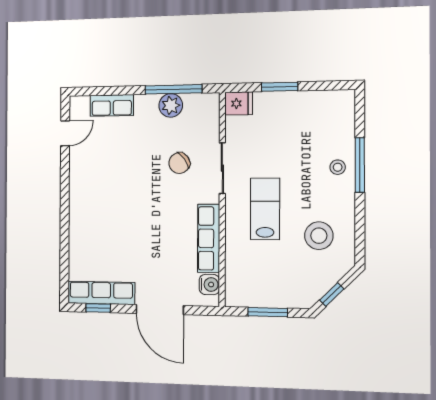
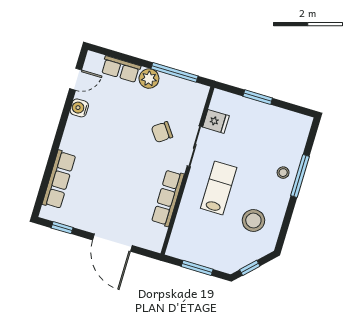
fridge: (239, 103) -> (216, 121), moved
plant: (171, 105) -> (149, 79), moved
water cooler: (209, 284) -> (79, 108), moved, turned 180
row of seats: (101, 293) -> (59, 180), moved, turned 90

